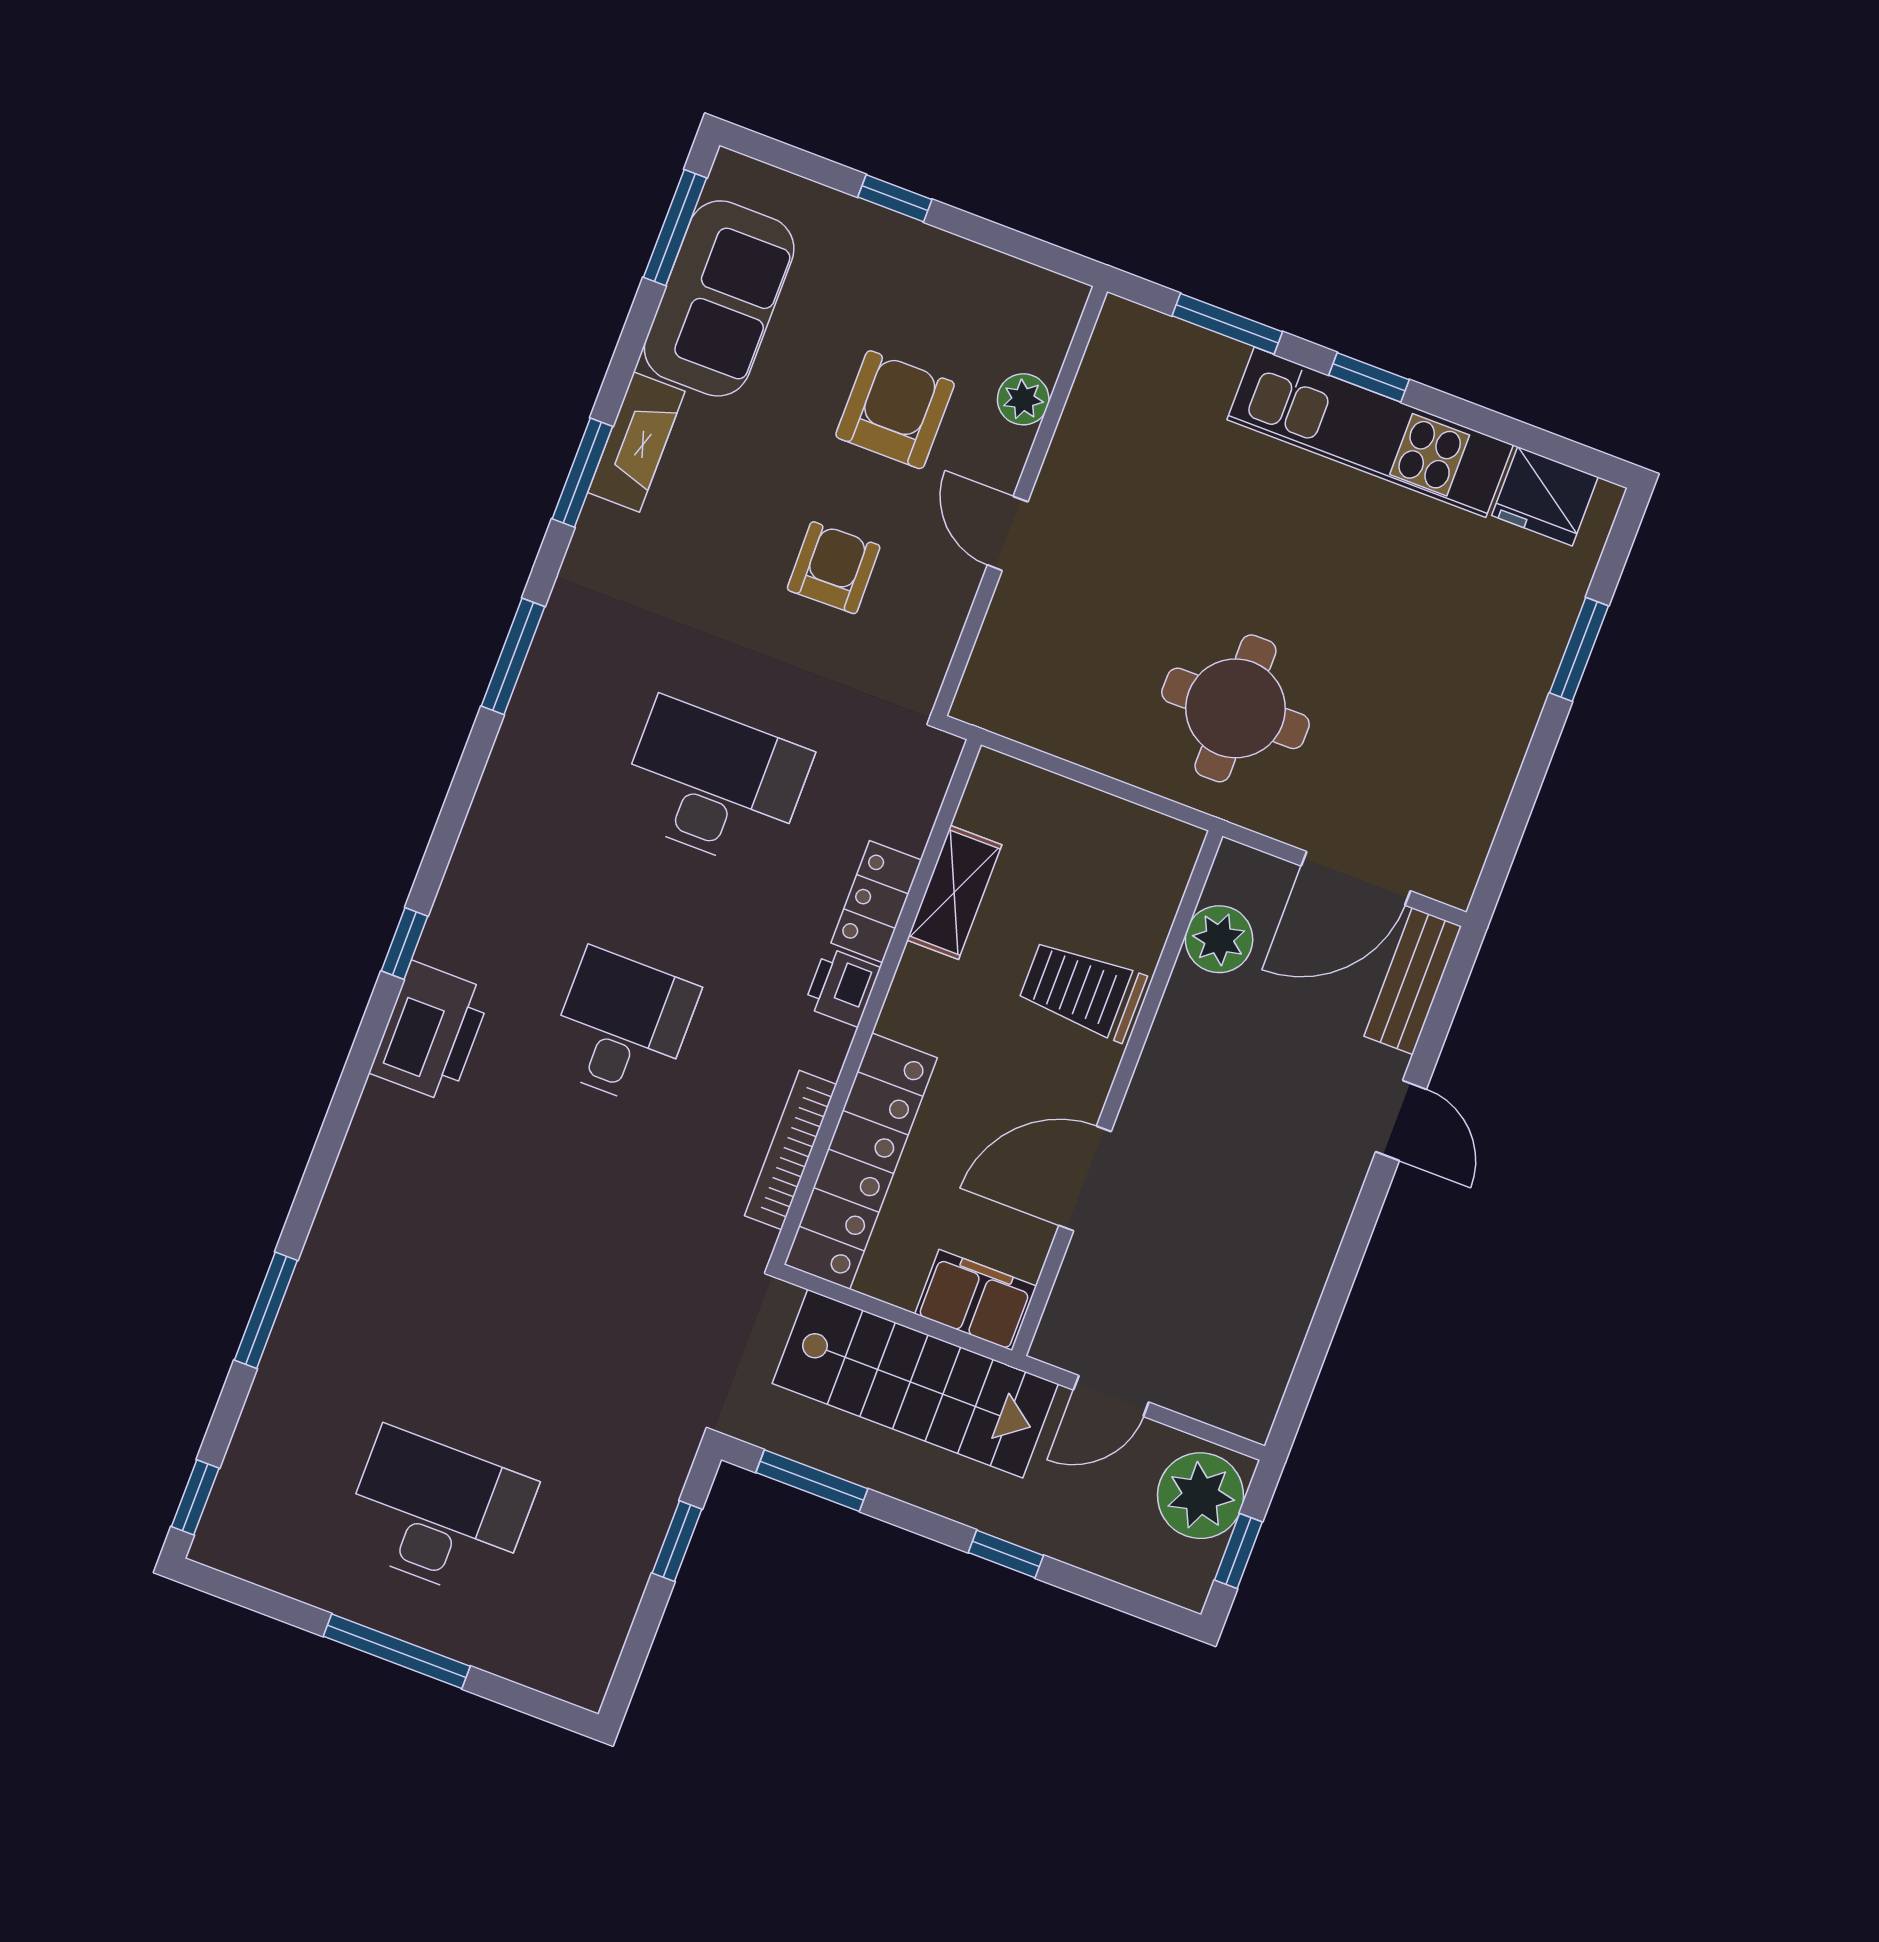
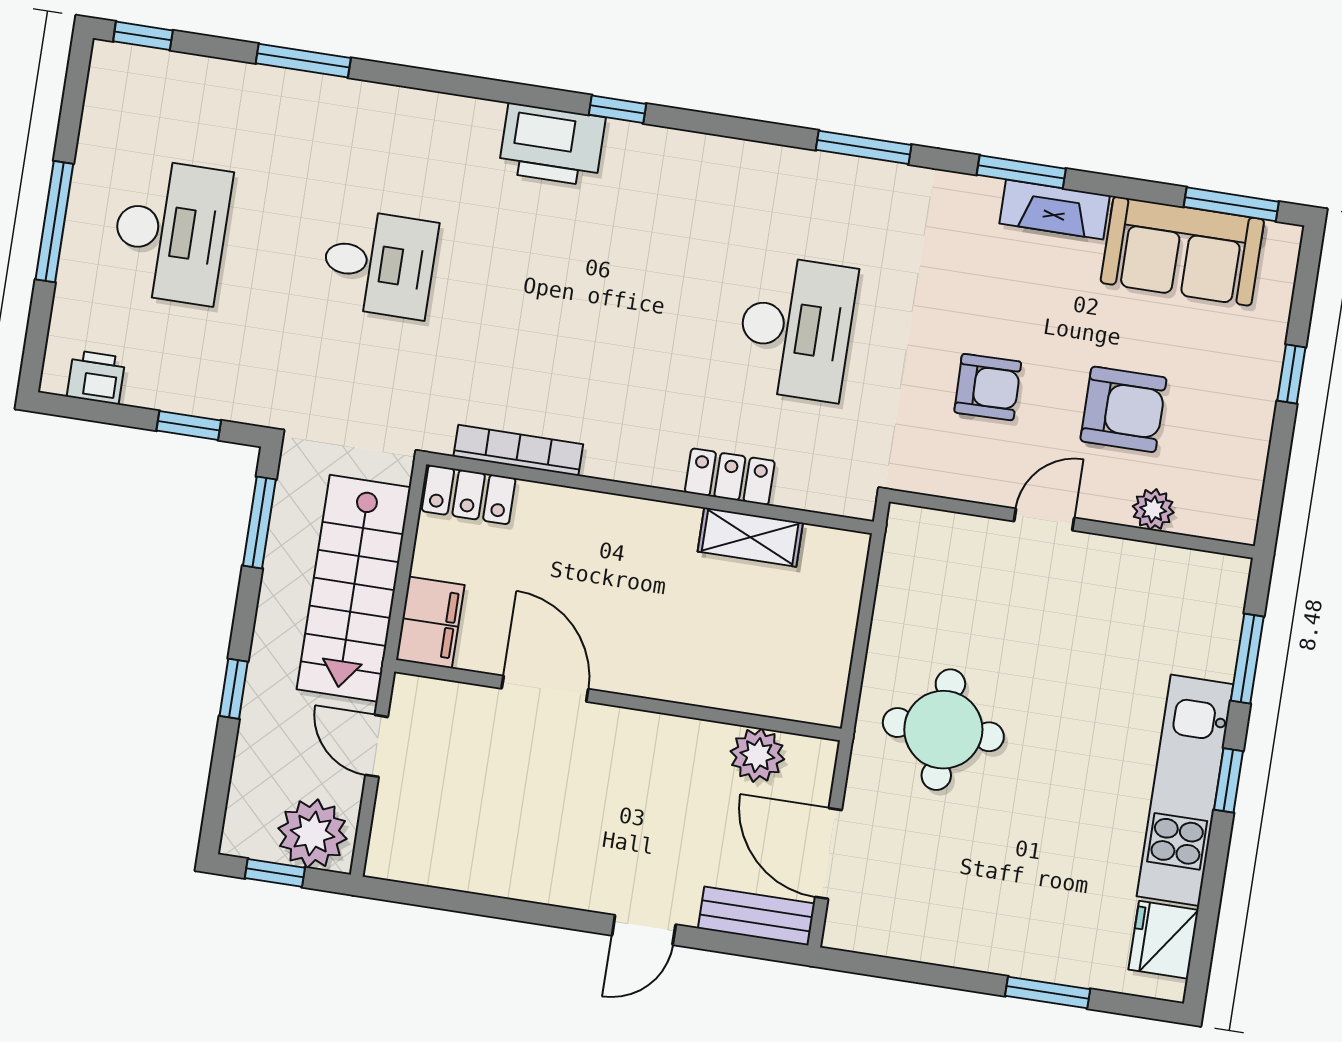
printer: (842, 987) -> (96, 377), moved
trolley: (1082, 990) -> (694, 655), removed
desk: (622, 1027) -> (379, 264), moved
locker: (861, 1161) -> (469, 495), width x0.46, depth x0.83

